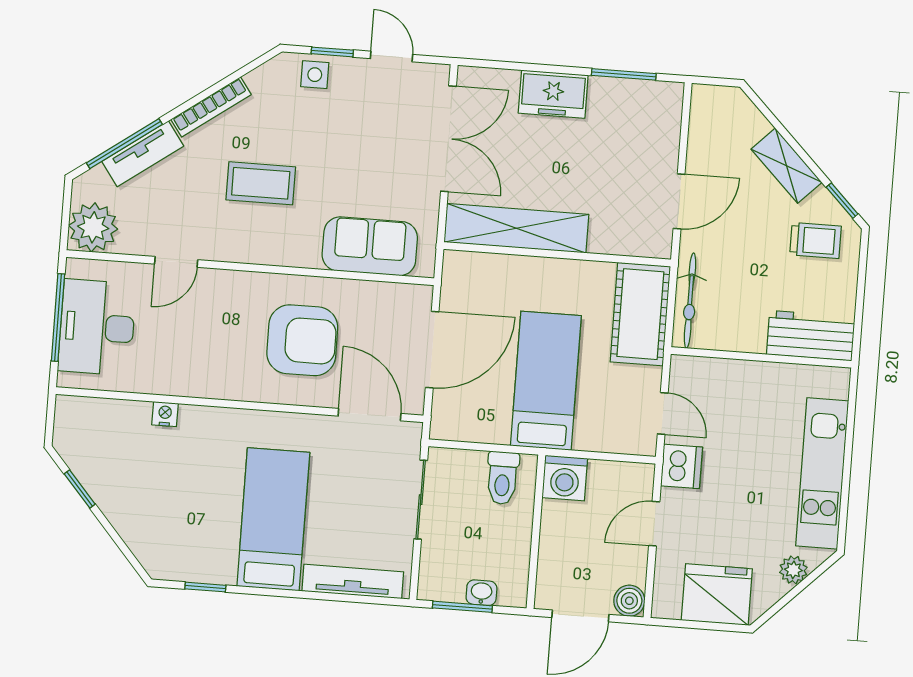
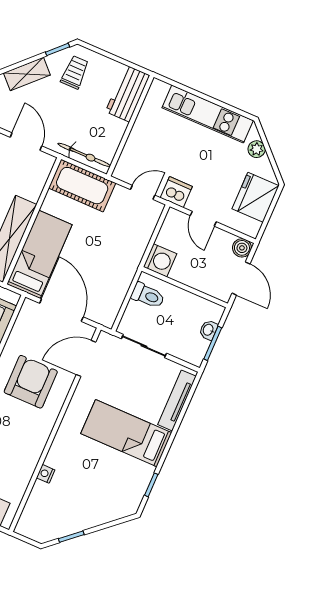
bed: (546, 381) -> (39, 254), moved, turned 90

